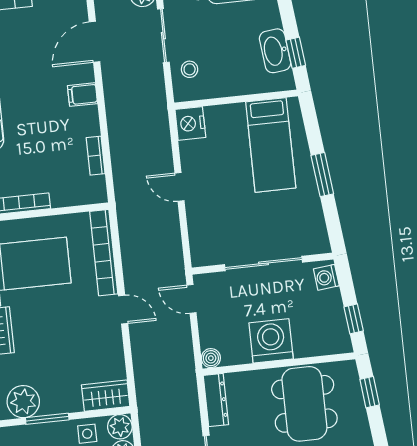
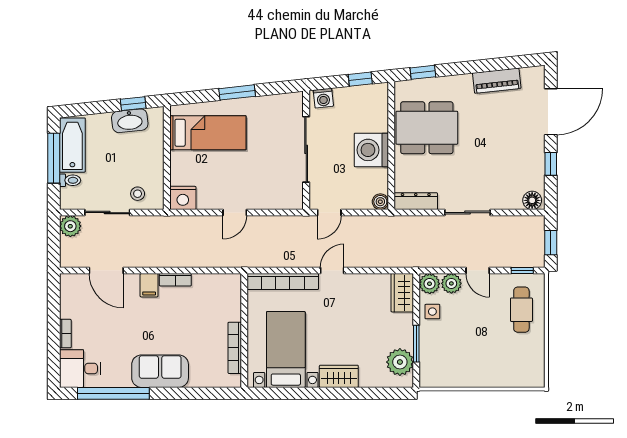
bookcase: (96, 156) -> (175, 280), moved

